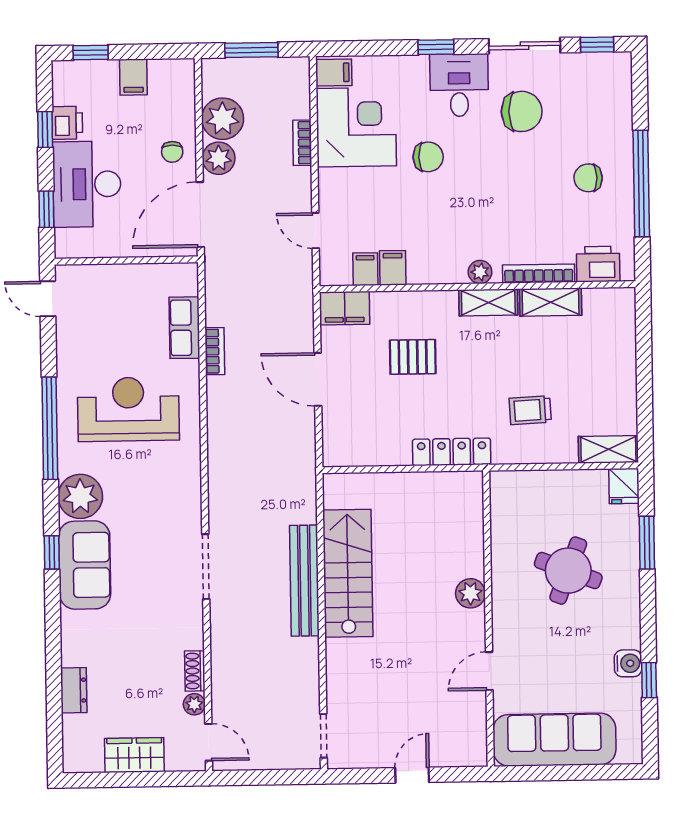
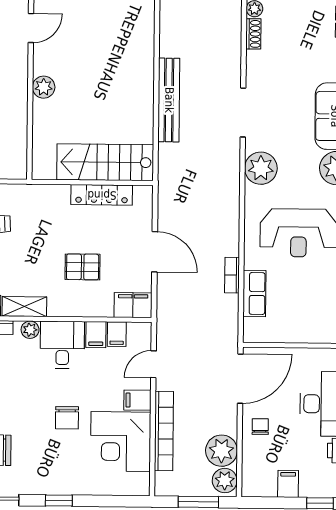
filing cabinet: (334, 72) -> (137, 400), moved
desk: (459, 85) -> (62, 345), moved, turned 180
bookcase: (302, 143) -> (164, 431), width x2.31, depth x1.31
chair: (428, 157) -> (67, 418), turned -90
plant: (219, 158) -> (225, 481), moved
door: (316, 231) -> (153, 364), swing flipped
locker: (452, 452) -> (102, 195), moved
plant: (180, 494) -> (261, 168), added
stairs: (348, 573) -> (105, 162), moved, turned 90

